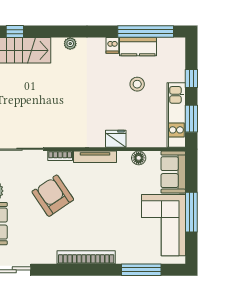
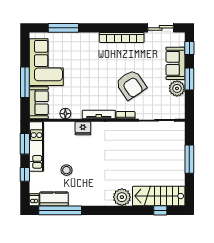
plant: (70, 44) -> (122, 197), width x1.87, depth x1.87
dishwasher: (112, 45) -> (34, 200), moved
kitchen counter: (138, 47) -> (54, 199), moved
window: (191, 212) -> (25, 82), moved
bookcase: (86, 257) -> (122, 37), moved

